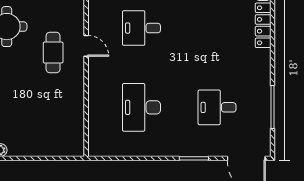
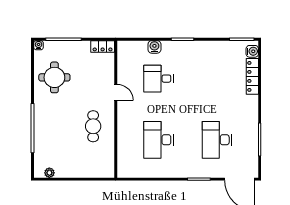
cafe table: (53, 53) -> (93, 126), moved
desk: (217, 107) -> (217, 140), width x1.37

